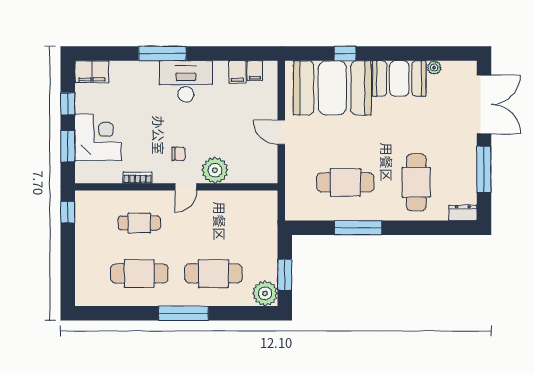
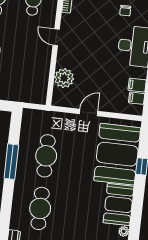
chair: (179, 154) -> (125, 11), moved
plant: (215, 170) -> (64, 78), moved
cafe table: (416, 182) -> (40, 208), turned 90

